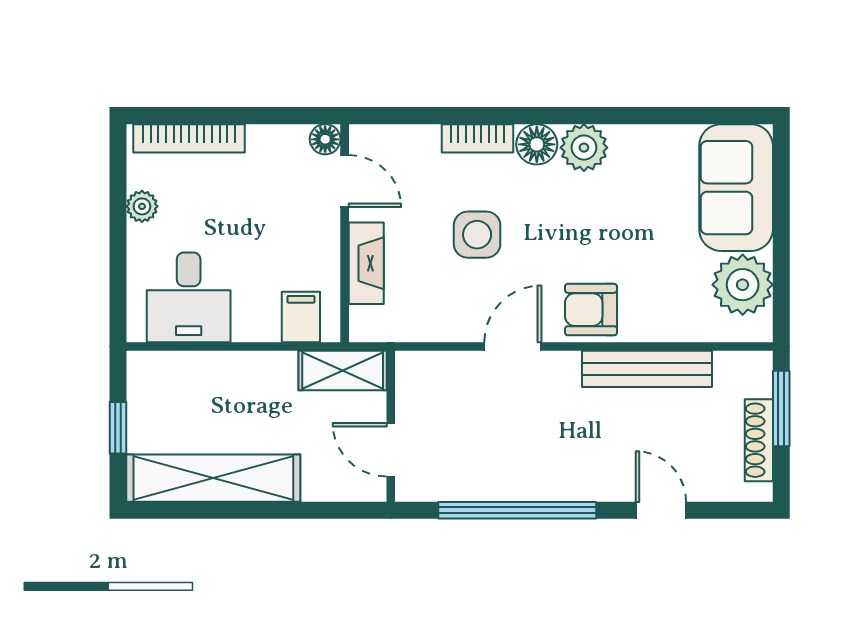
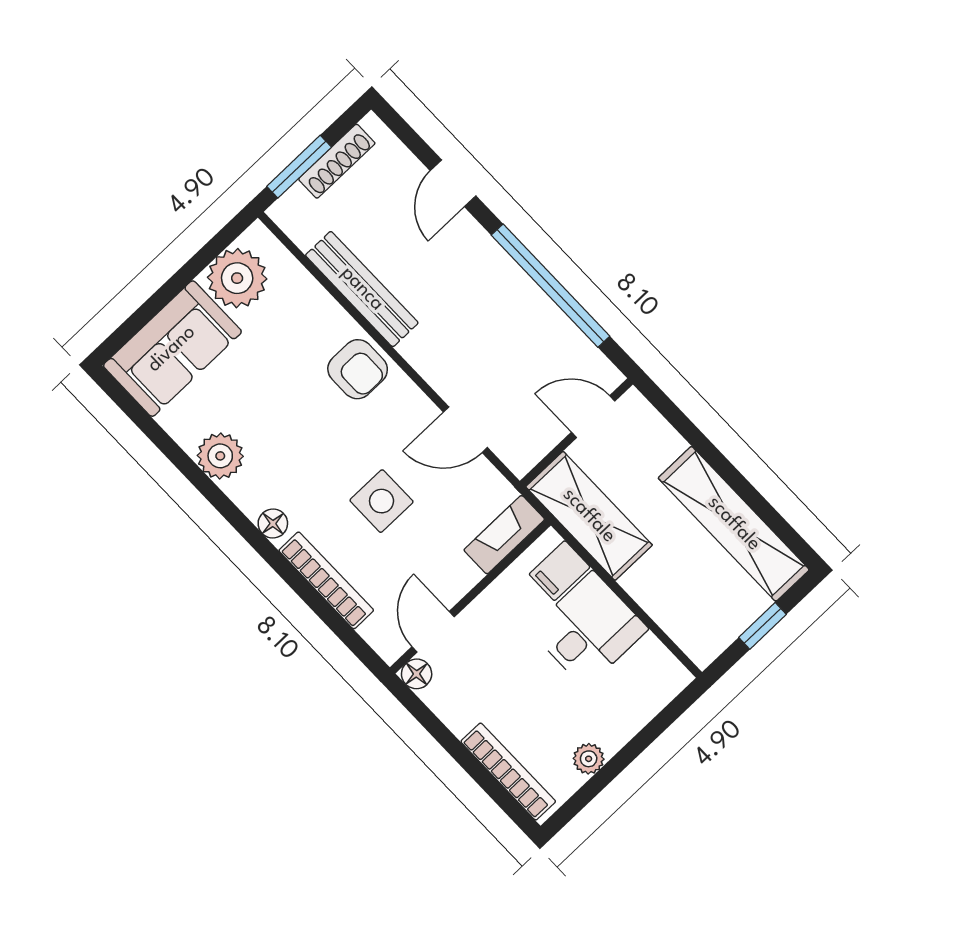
bookcase: (477, 138) -> (326, 580), width x1.56
floor lamp: (537, 144) -> (273, 524), width x0.73, depth x0.73
plant: (584, 148) -> (220, 456), moved
fireplace: (366, 263) -> (504, 535), moved
desk: (189, 297) -> (589, 630), moved
door: (513, 347) -> (465, 430), moved
shelving: (343, 371) -> (589, 516), width x1.50, depth x1.33
door: (391, 450) -> (593, 417), swing flipped

